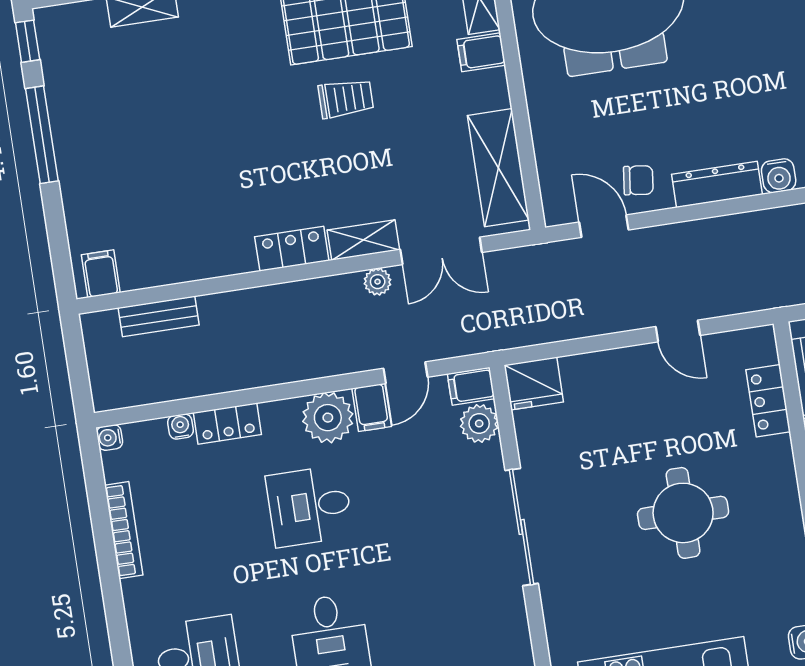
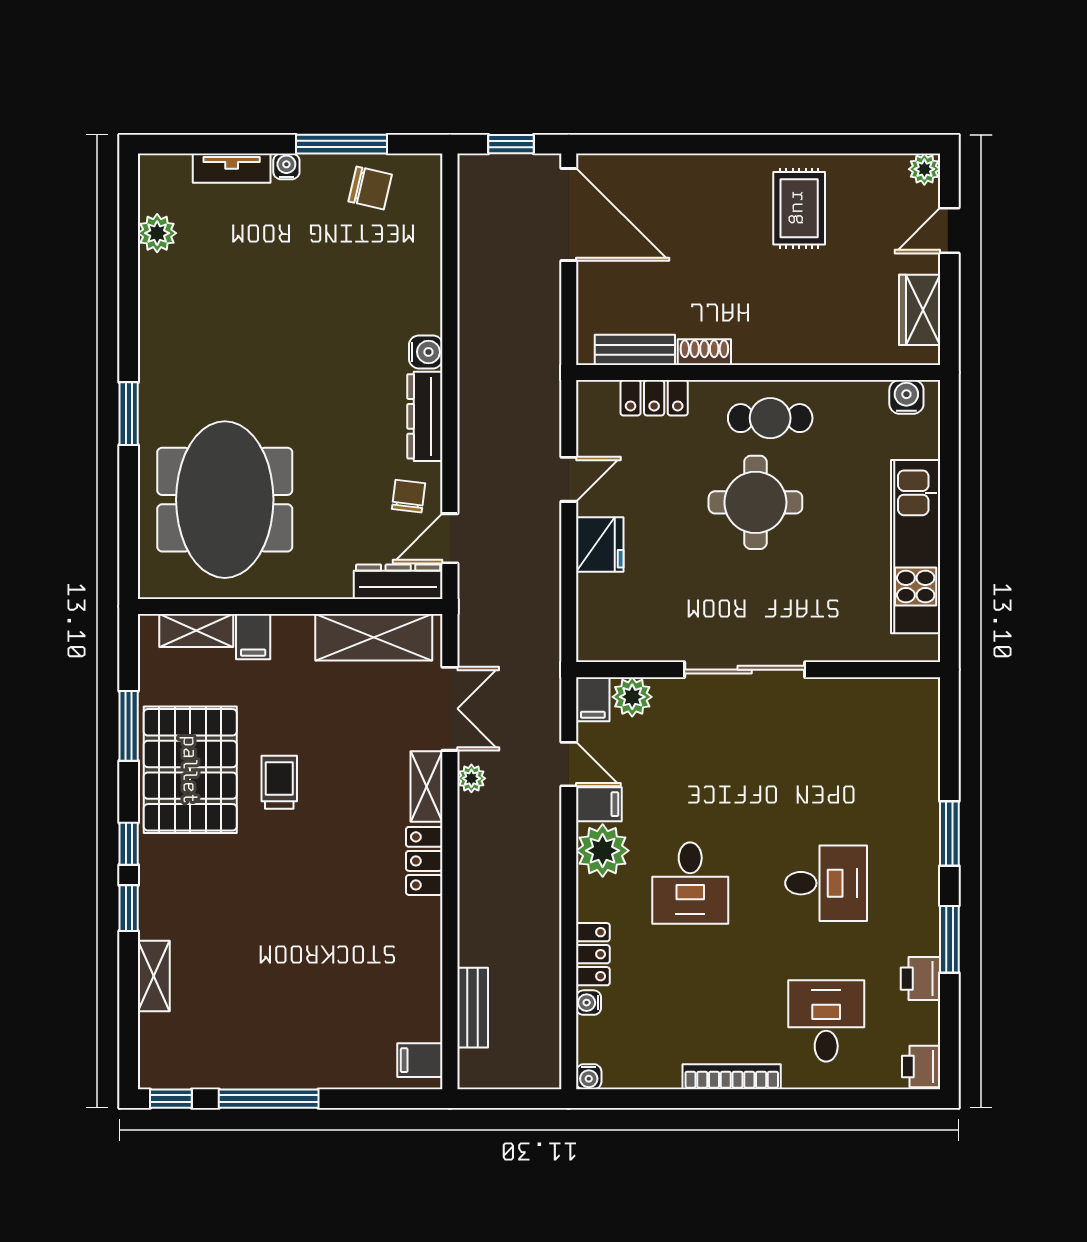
dresser: (555, 183) -> (398, 582), added
fridge: (534, 383) -> (600, 544), moved
cafe table: (766, 515) -> (770, 418), added
bookcase: (124, 530) -> (732, 1077), moved

